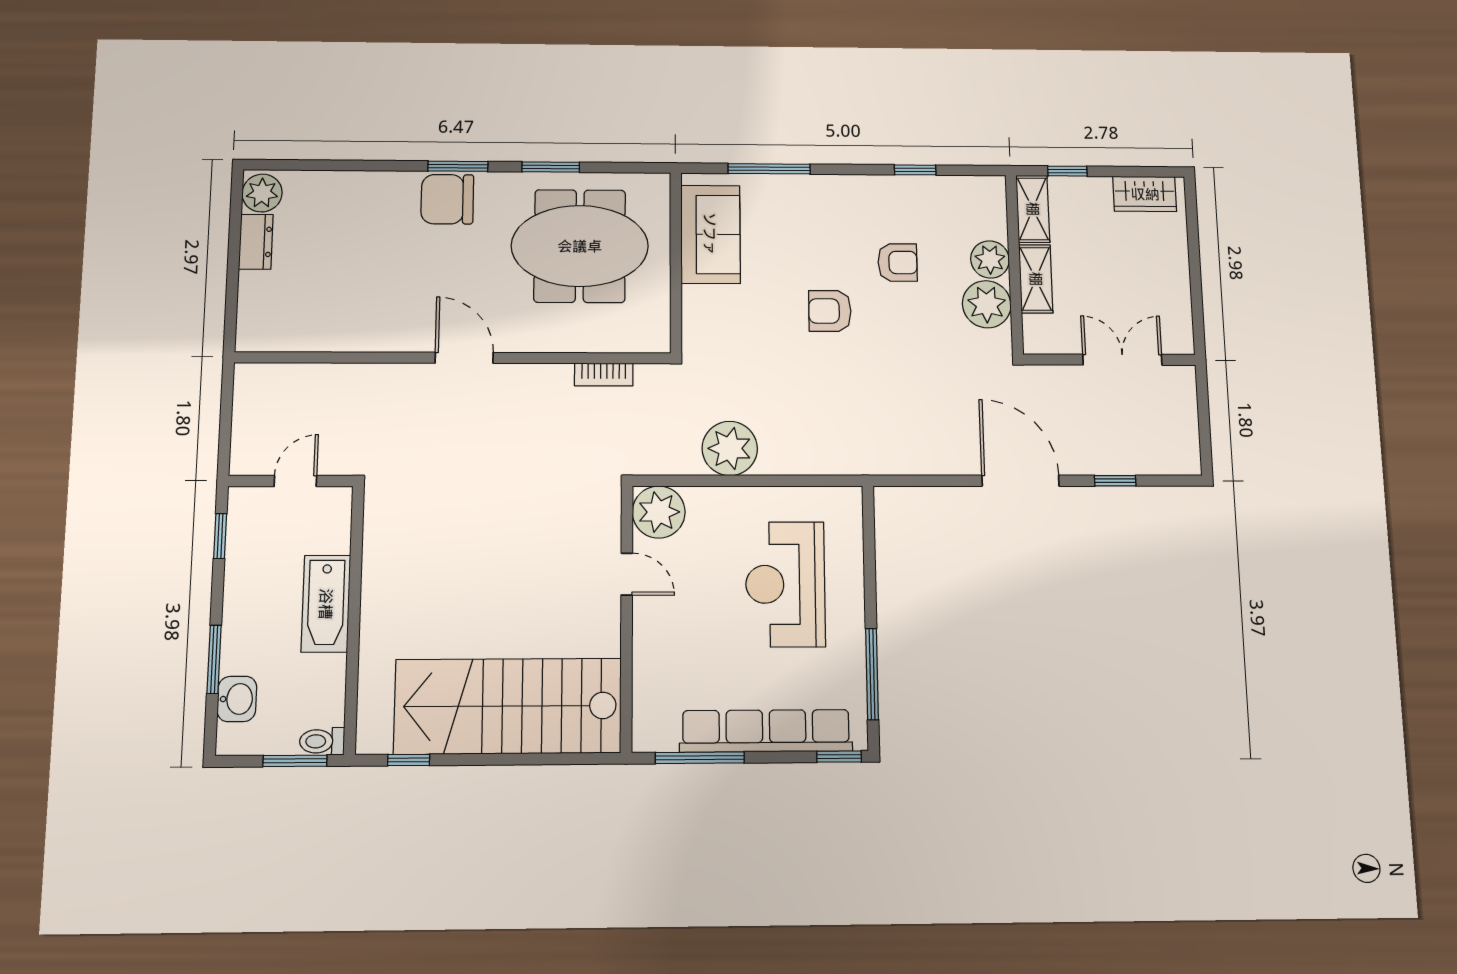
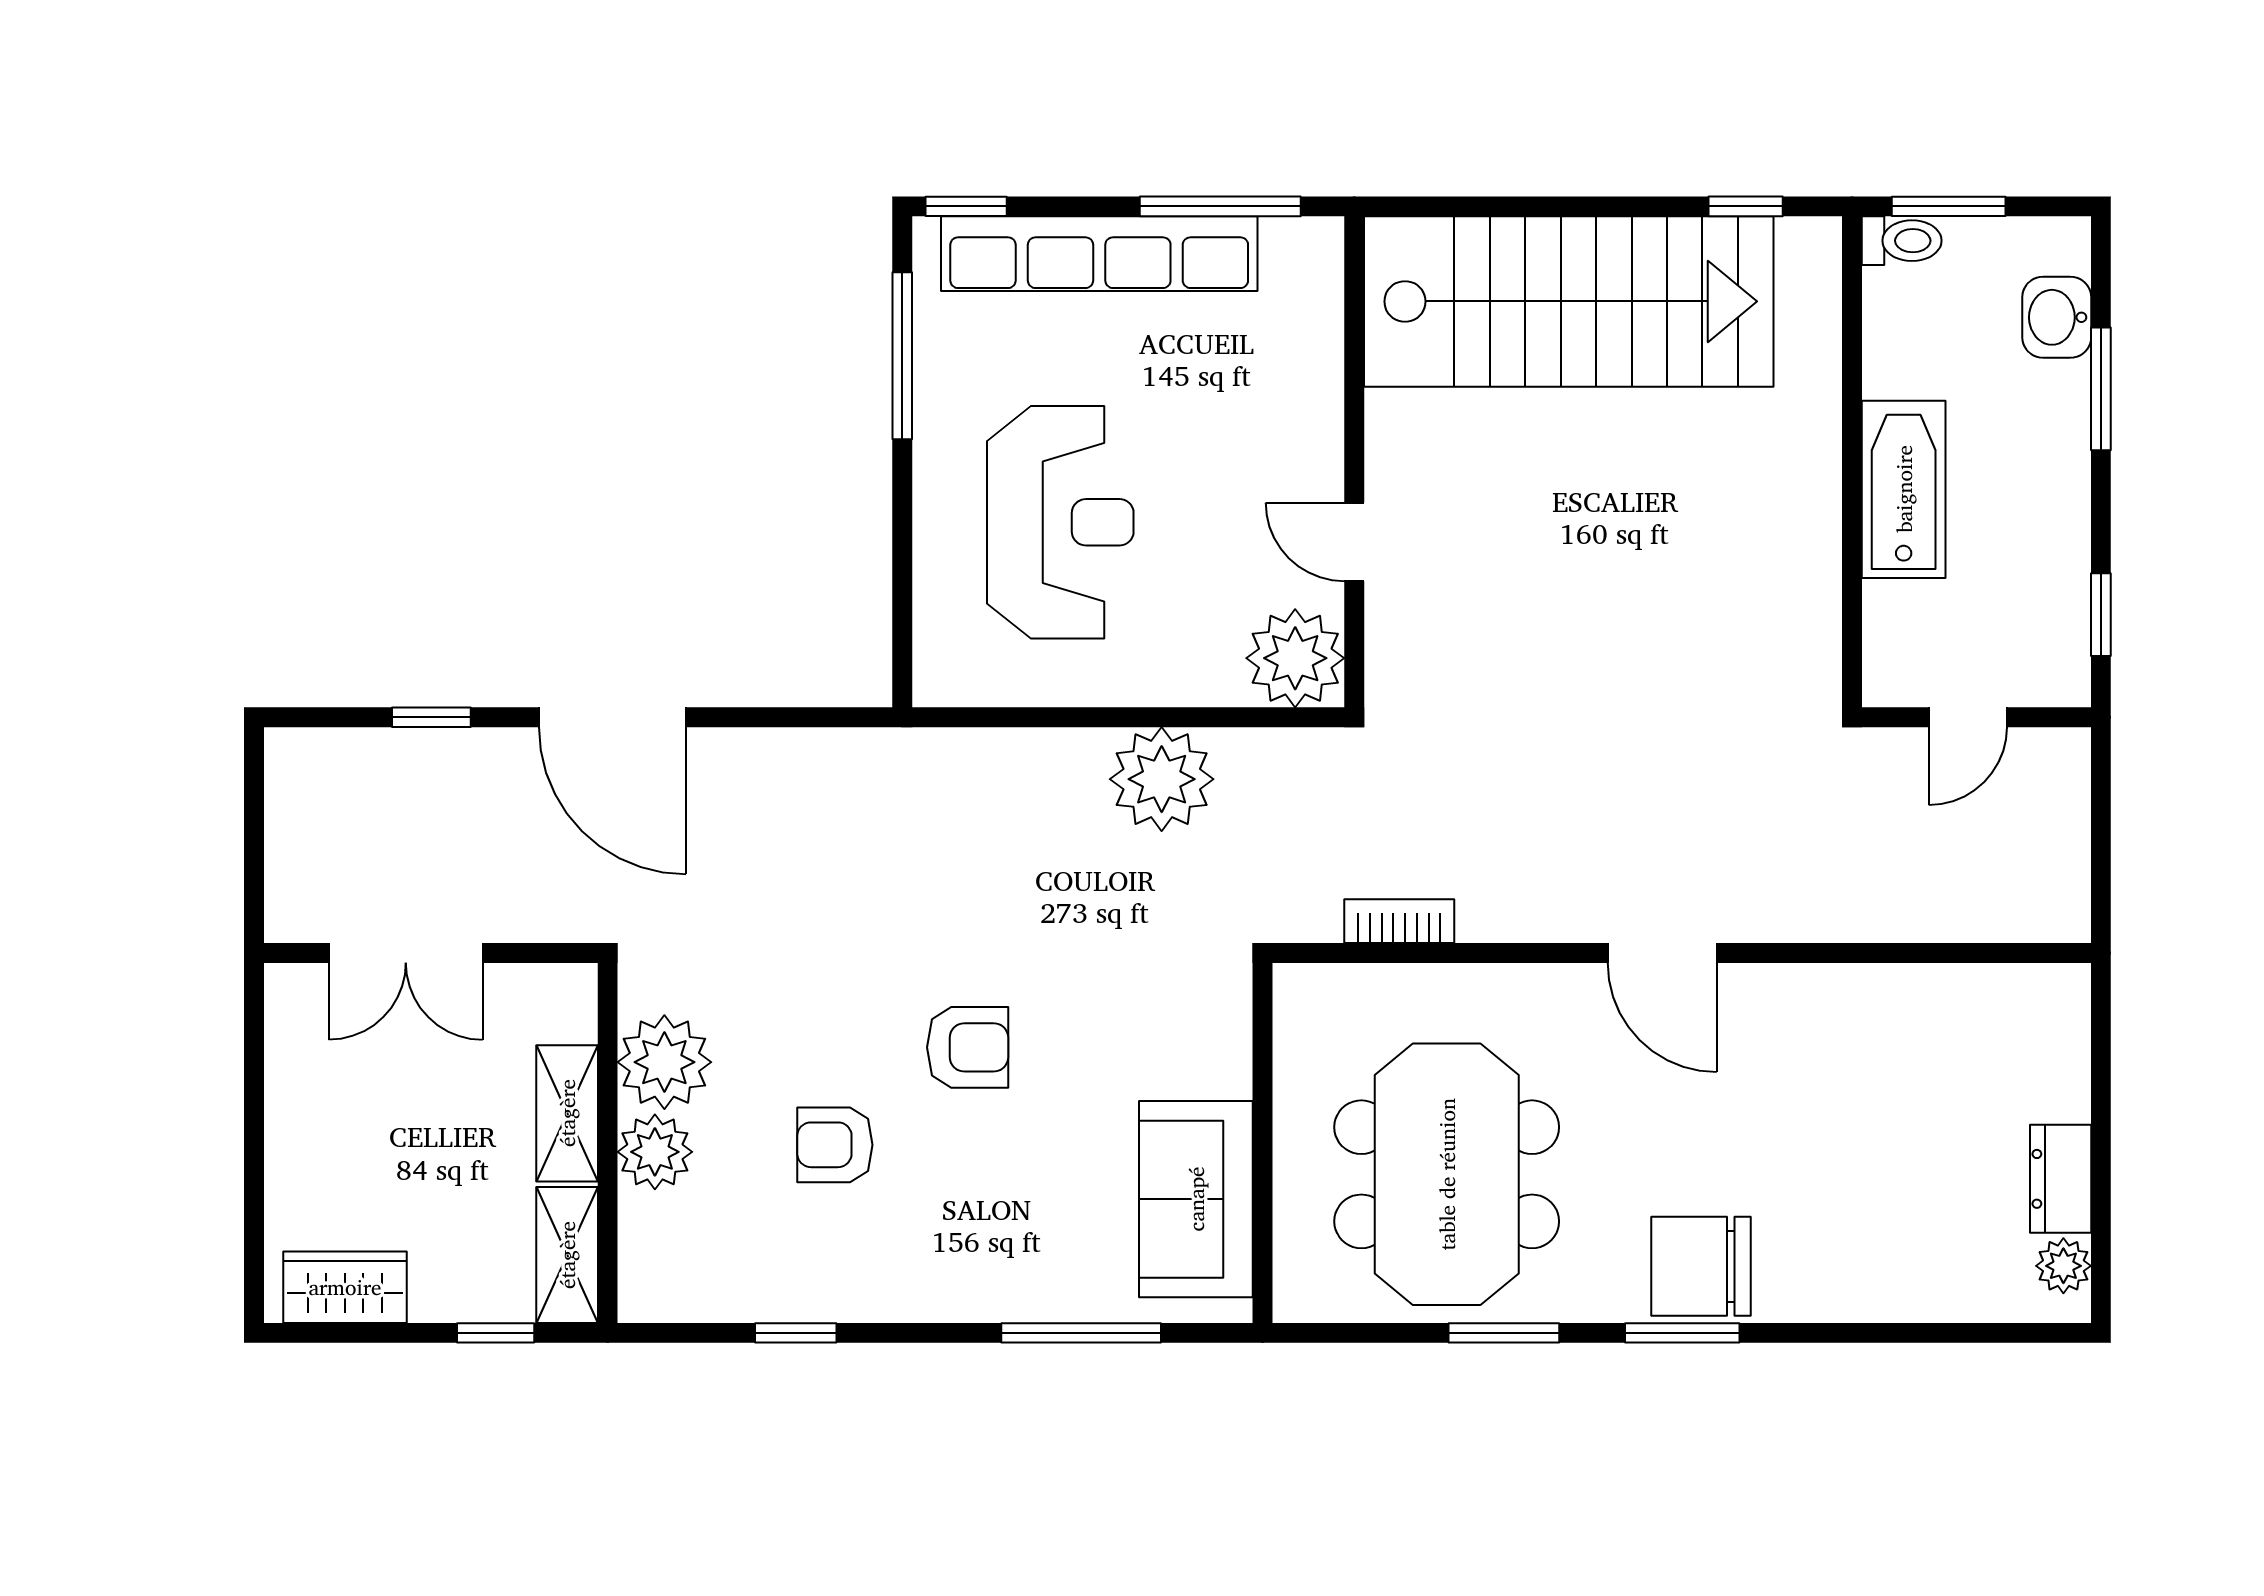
plant: (262, 193) -> (2063, 1266), width x0.73, depth x0.73
chair: (447, 199) -> (1701, 1266), turned 180
meeting table: (580, 246) -> (1447, 1174), turned 90

